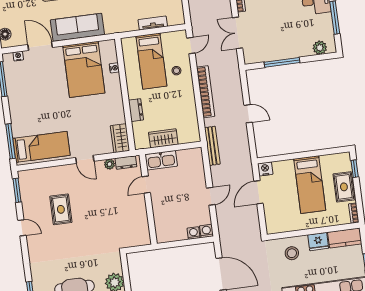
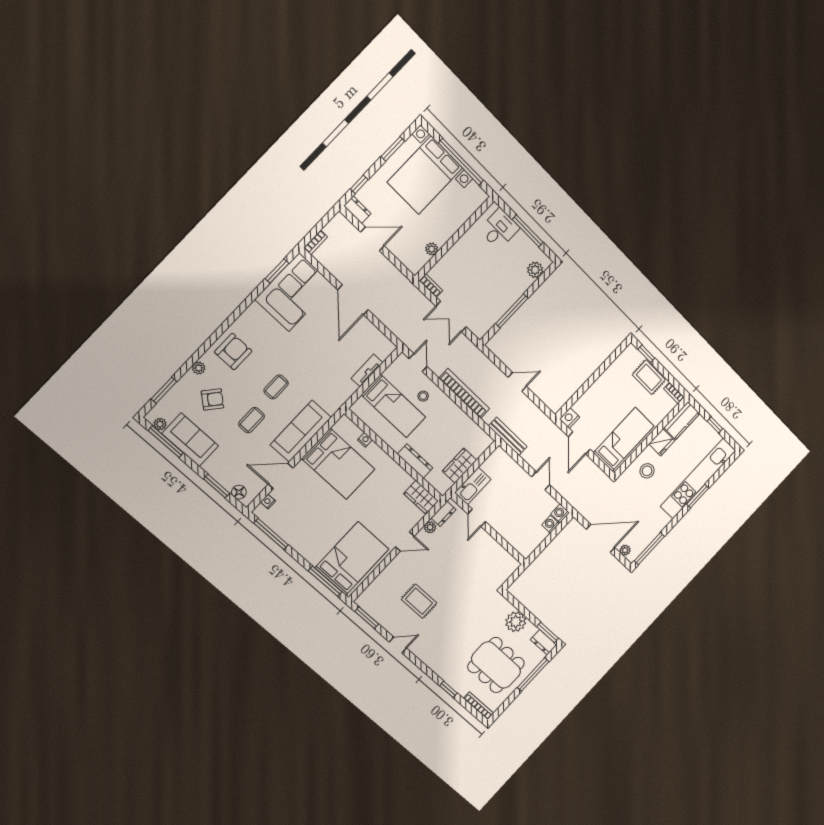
dresser: (136, 110) -> (415, 461), width x1.44
bed: (41, 147) -> (352, 558), width x1.50
bed: (310, 185) -> (624, 439), moved, turned -90

